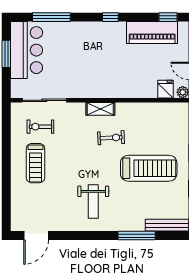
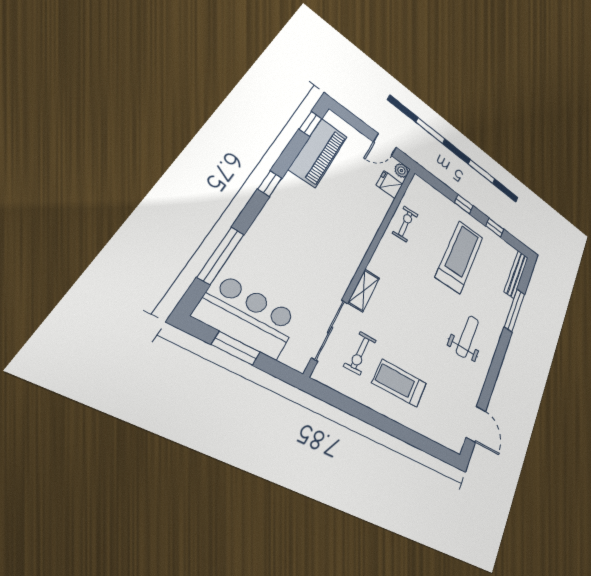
shelving: (100, 109) -> (364, 290), moved
exercise bike: (111, 138) -> (405, 224), moved
treadmill: (35, 163) -> (400, 383), turned 180
weight bench: (93, 201) -> (467, 336), turned -90

